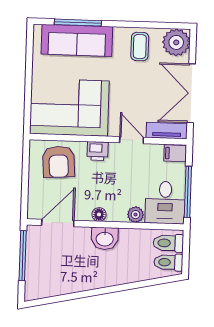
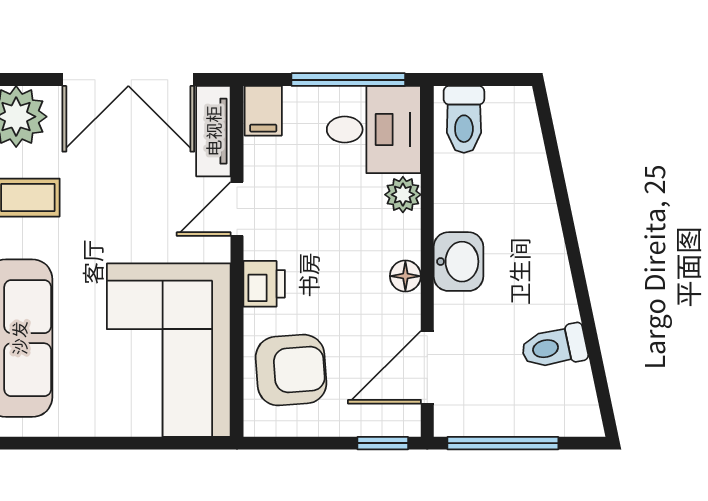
window: (24, 202) -> (383, 443), added
door: (58, 223) -> (427, 367), hinge flipped
toilet: (168, 262) -> (554, 347), moved, turned 78

